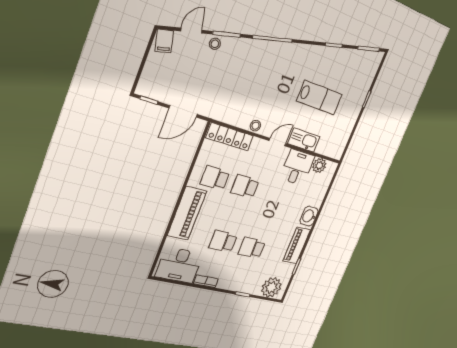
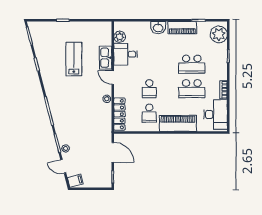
school desk: (223, 241) -> (192, 89), width x1.85
school desk: (252, 248) -> (192, 64), width x1.85

